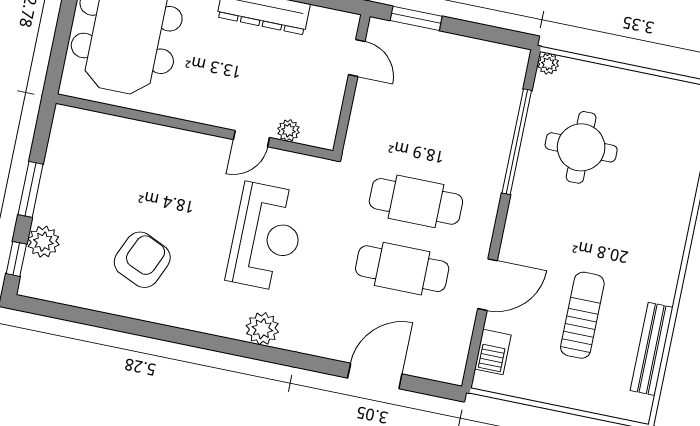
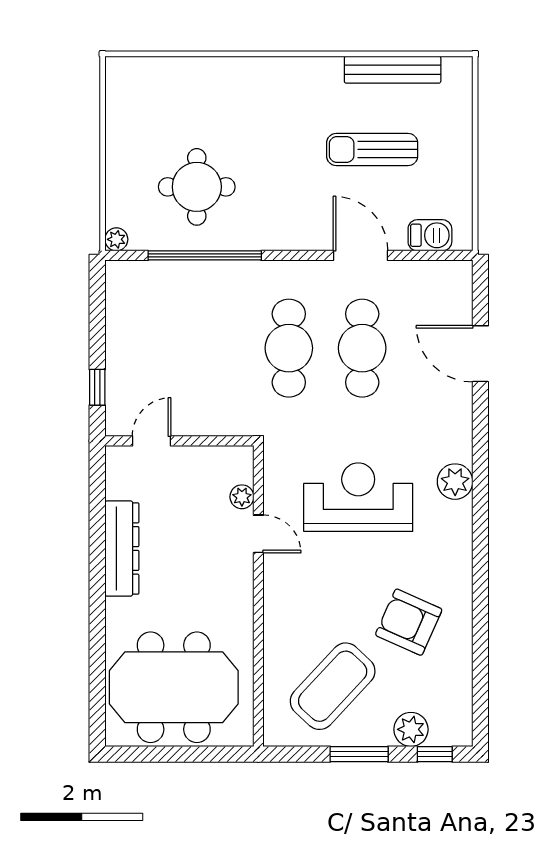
window: (416, 18) -> (97, 387), width x0.67
coffee table: (98, 178) -> (333, 686), added

